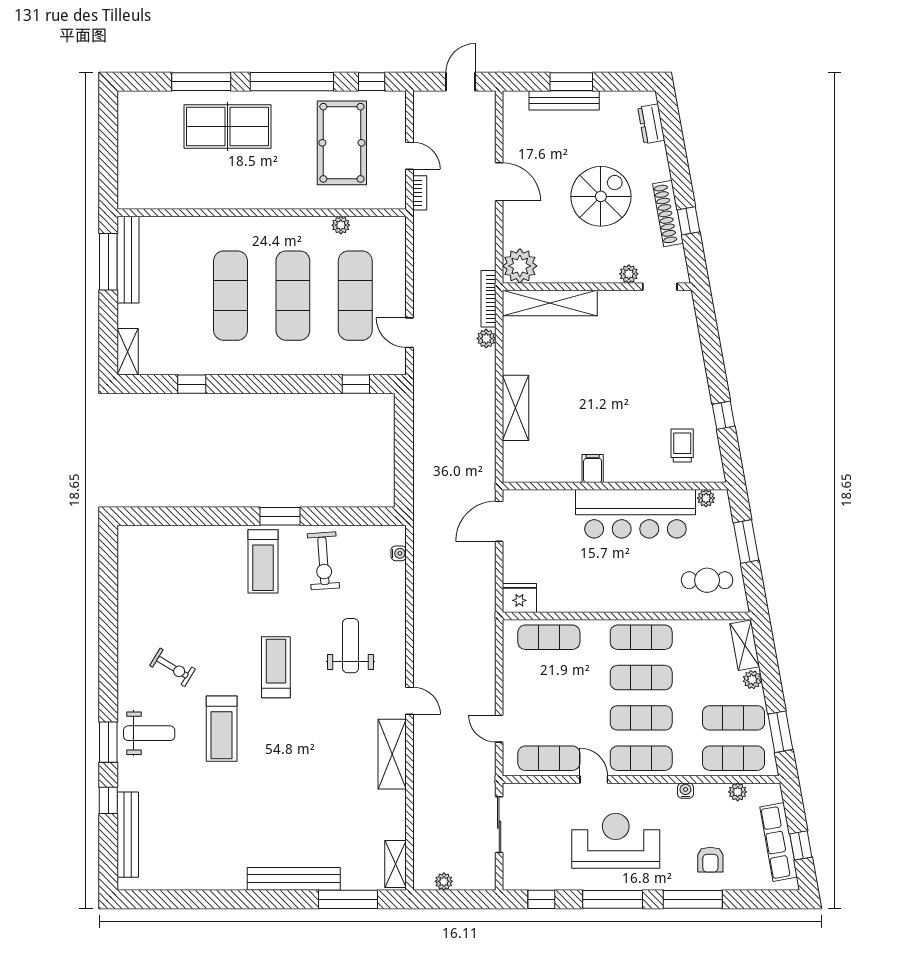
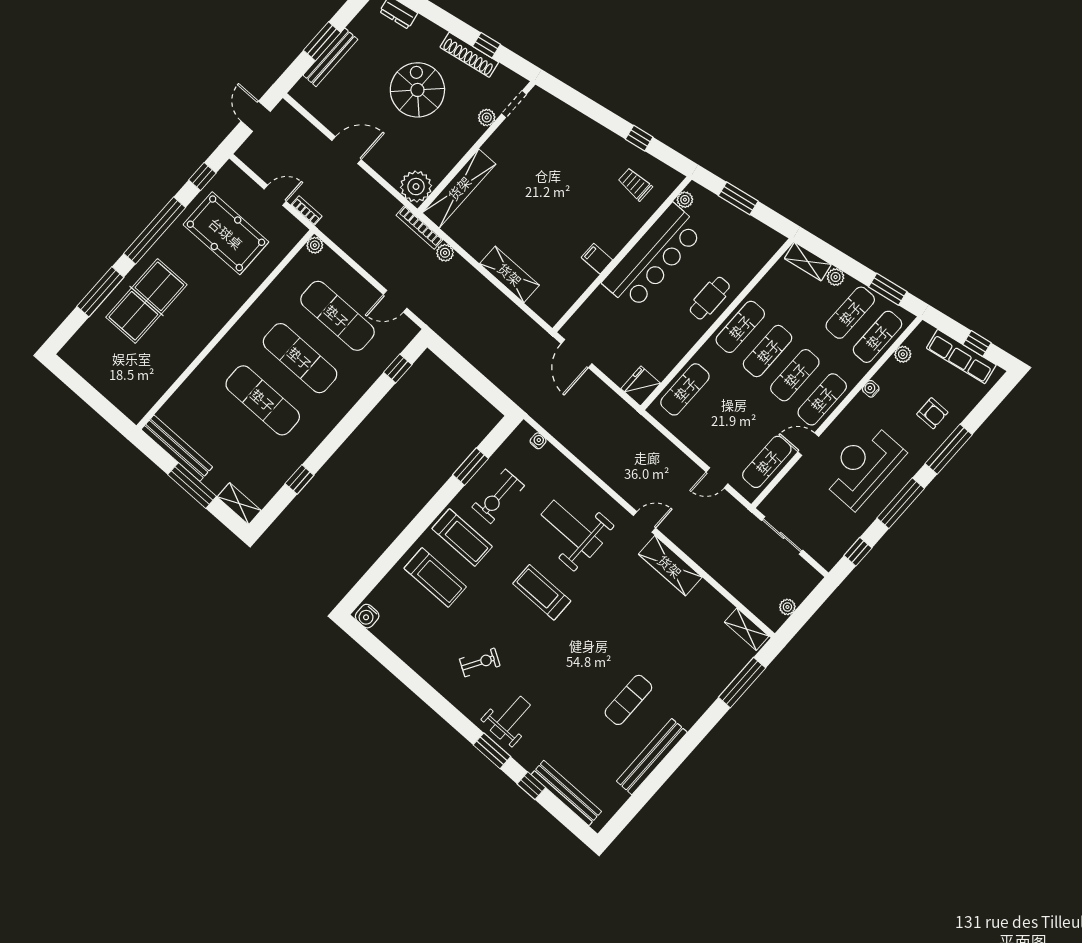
plant: (341, 225) -> (315, 245), moved
window: (108, 262) -> (192, 486), moved
window: (280, 516) -> (471, 467), moved
water cooler: (128, 540) -> (367, 616), added
exercise bike: (323, 561) -> (498, 496), turned 94
cafe table: (707, 580) -> (710, 298), moved
weight bench: (351, 646) -> (572, 529), width x1.36, depth x1.33
treadmill: (222, 729) -> (435, 578), moved
exercise mat: (250, 818) -> (628, 700), added
bench: (294, 879) -> (652, 757), moved

